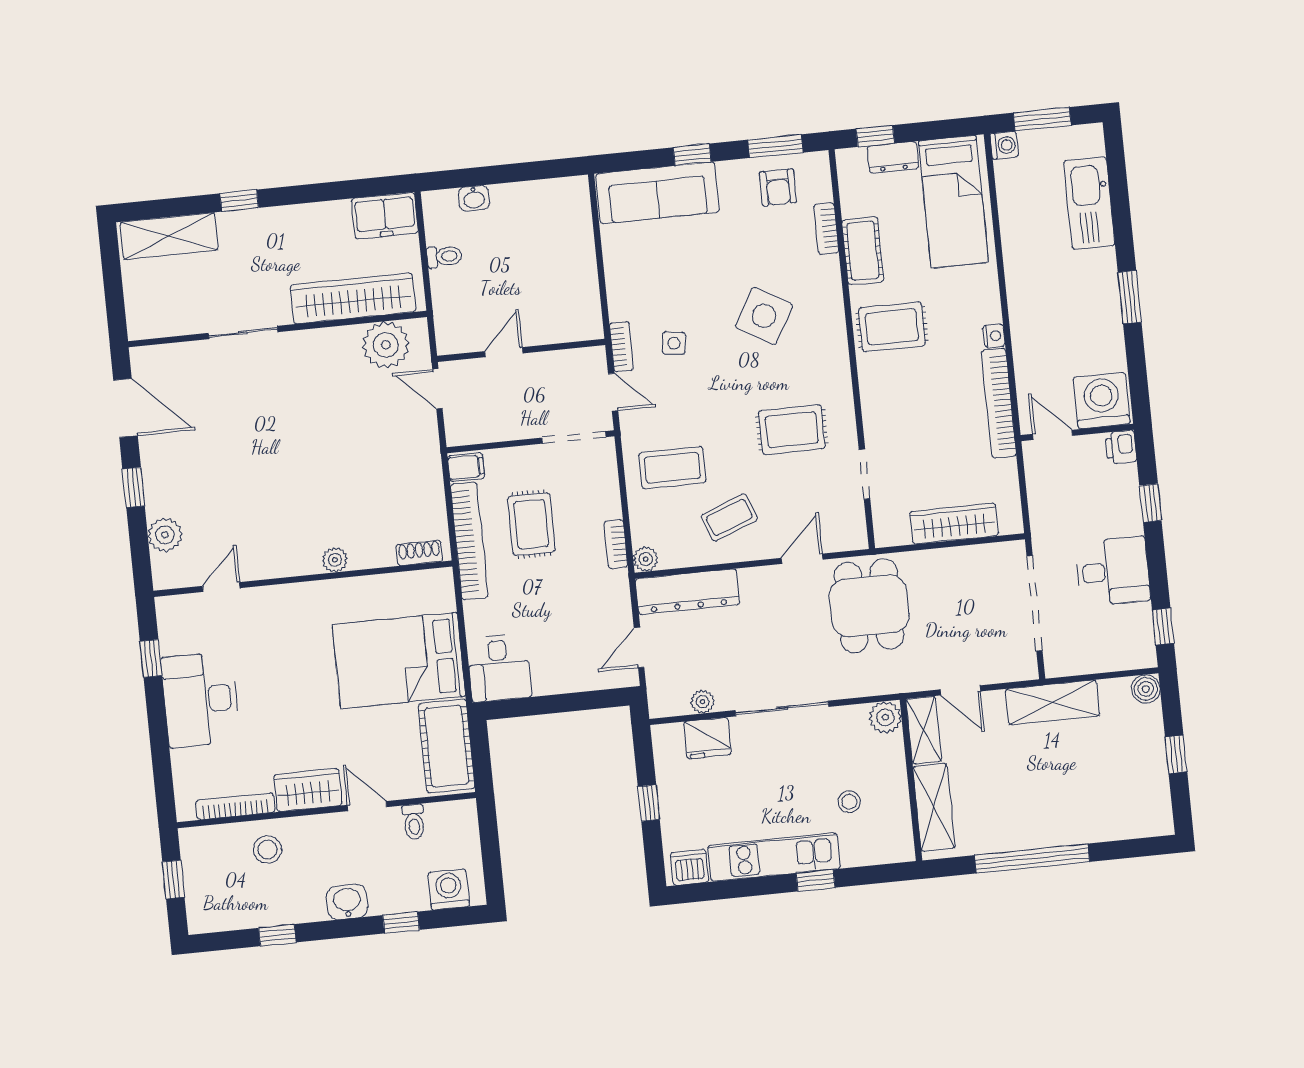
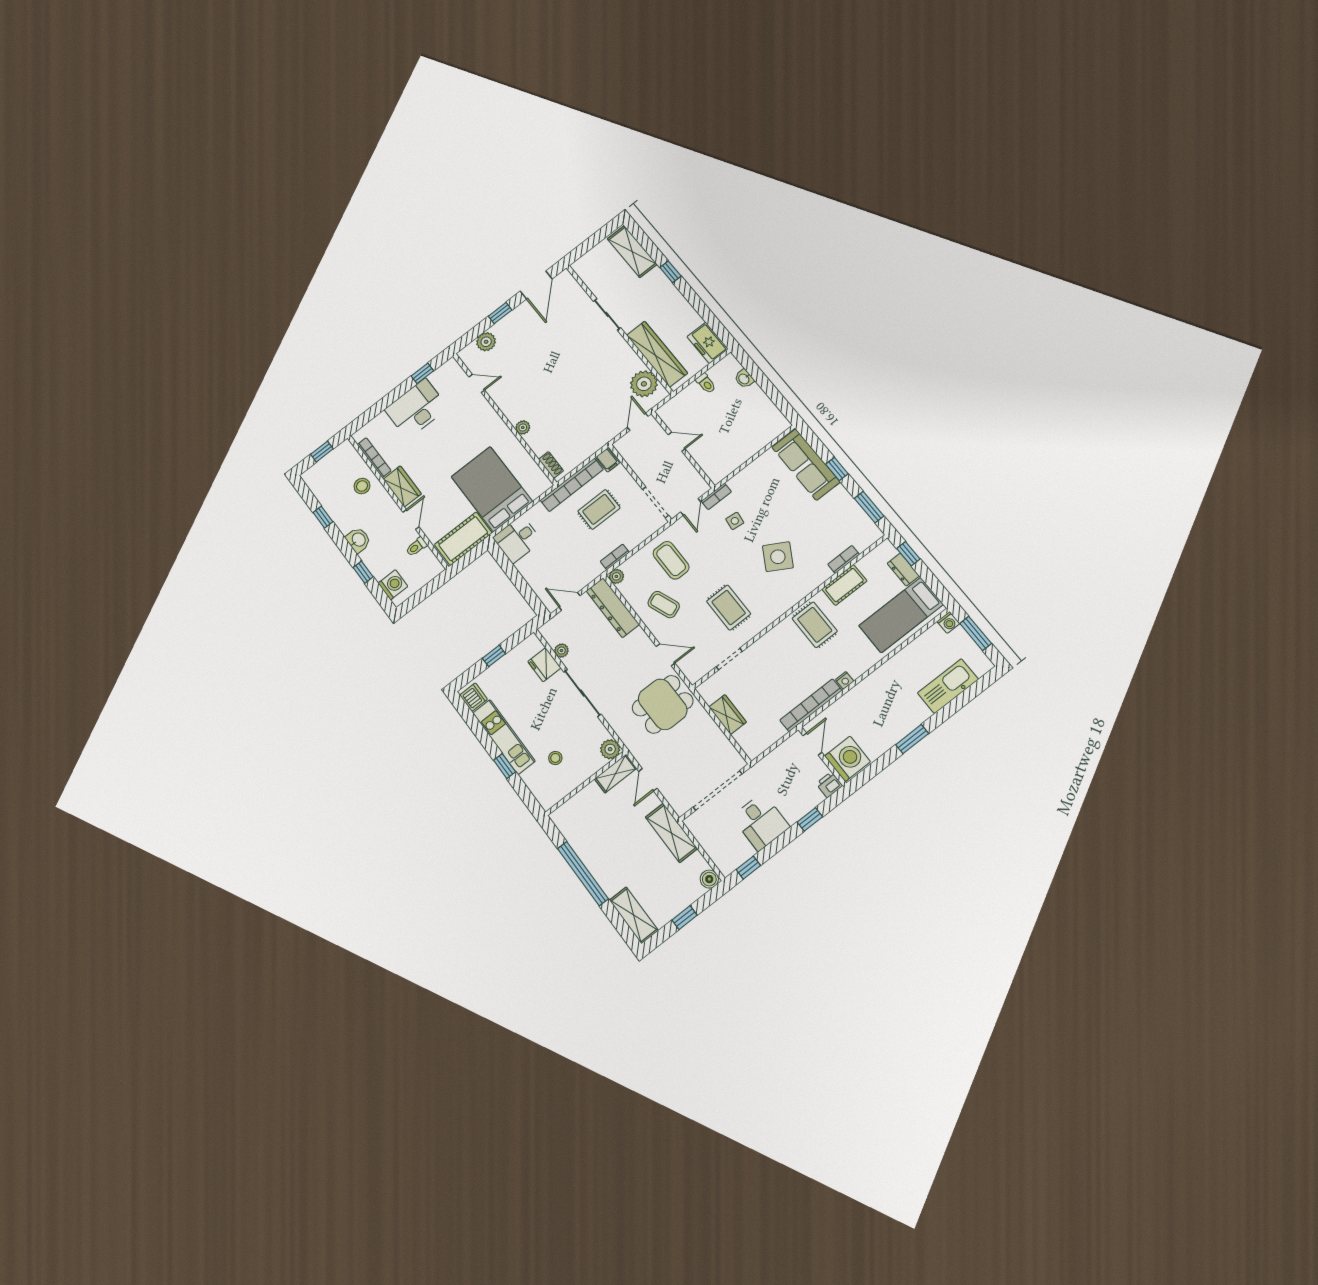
armchair: (778, 187) -> (849, 522), removed
wardrobe: (954, 524) -> (728, 715), width x0.67
shelving: (934, 807) -> (634, 915), moved, turned 90

